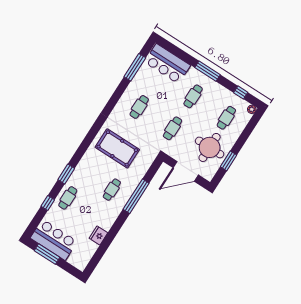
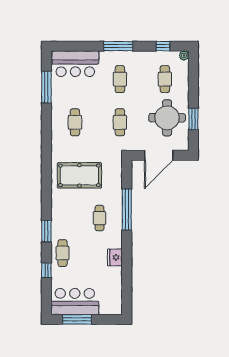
fridge: (98, 236) -> (115, 257), moved

